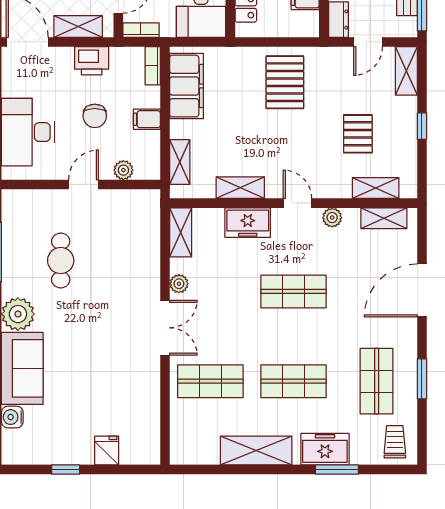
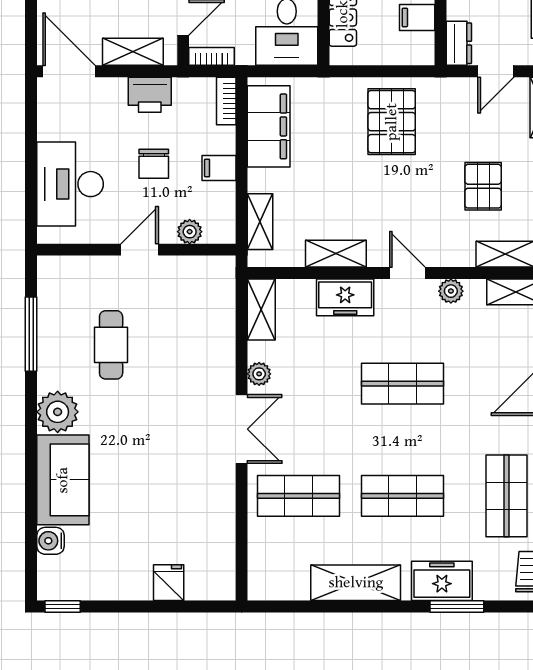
window: (66, 469) -> (63, 606), moved

